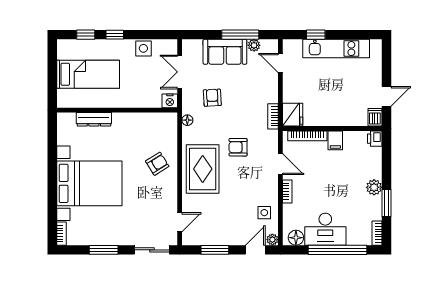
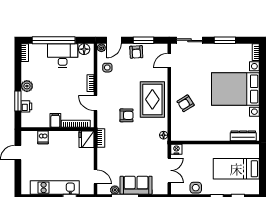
armchair: (212, 98) -> (136, 52), moved
dishwasher: (375, 117) -> (43, 137), moved
dresser: (94, 119) -> (243, 136), moved
printer: (375, 139) -> (26, 106), moved
window: (386, 203) -> (18, 101), moved

